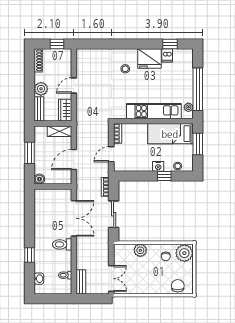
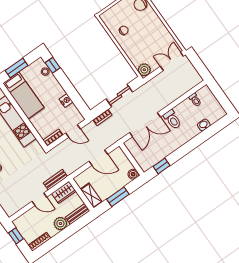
shelving: (60, 131) -> (91, 196), moved
nightstand: (158, 166) -> (66, 100), moved
window: (164, 176) -> (53, 65), moved
double door: (74, 218) -> (145, 125), swing flipped
plant: (140, 250) -> (144, 70), moved
plant: (184, 253) -> (111, 17), removed
window: (30, 255) -> (161, 166), moved
washbasin: (39, 279) -> (204, 125), moved
bench: (81, 282) -> (55, 180), moved

